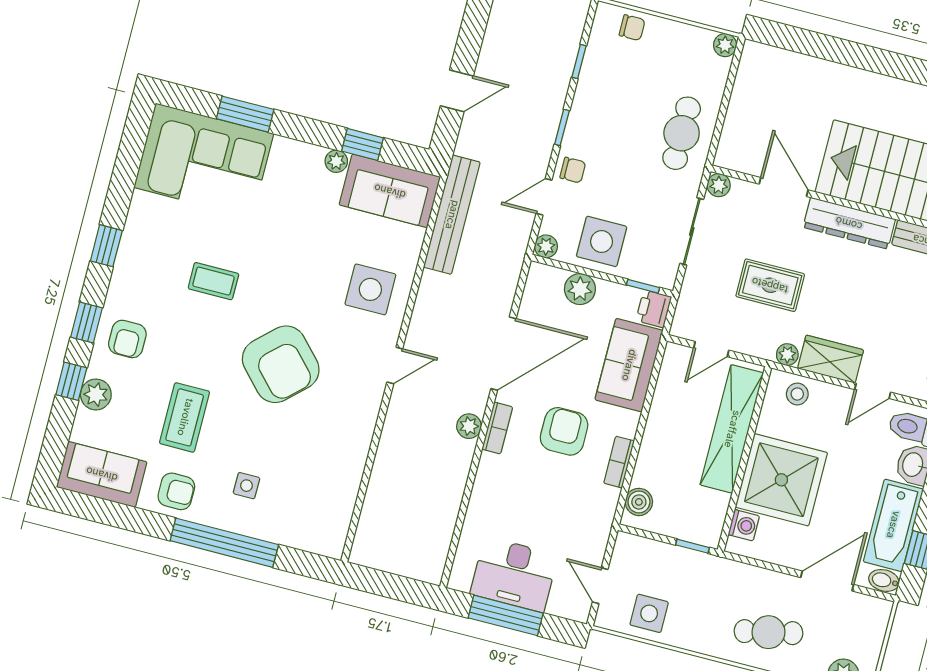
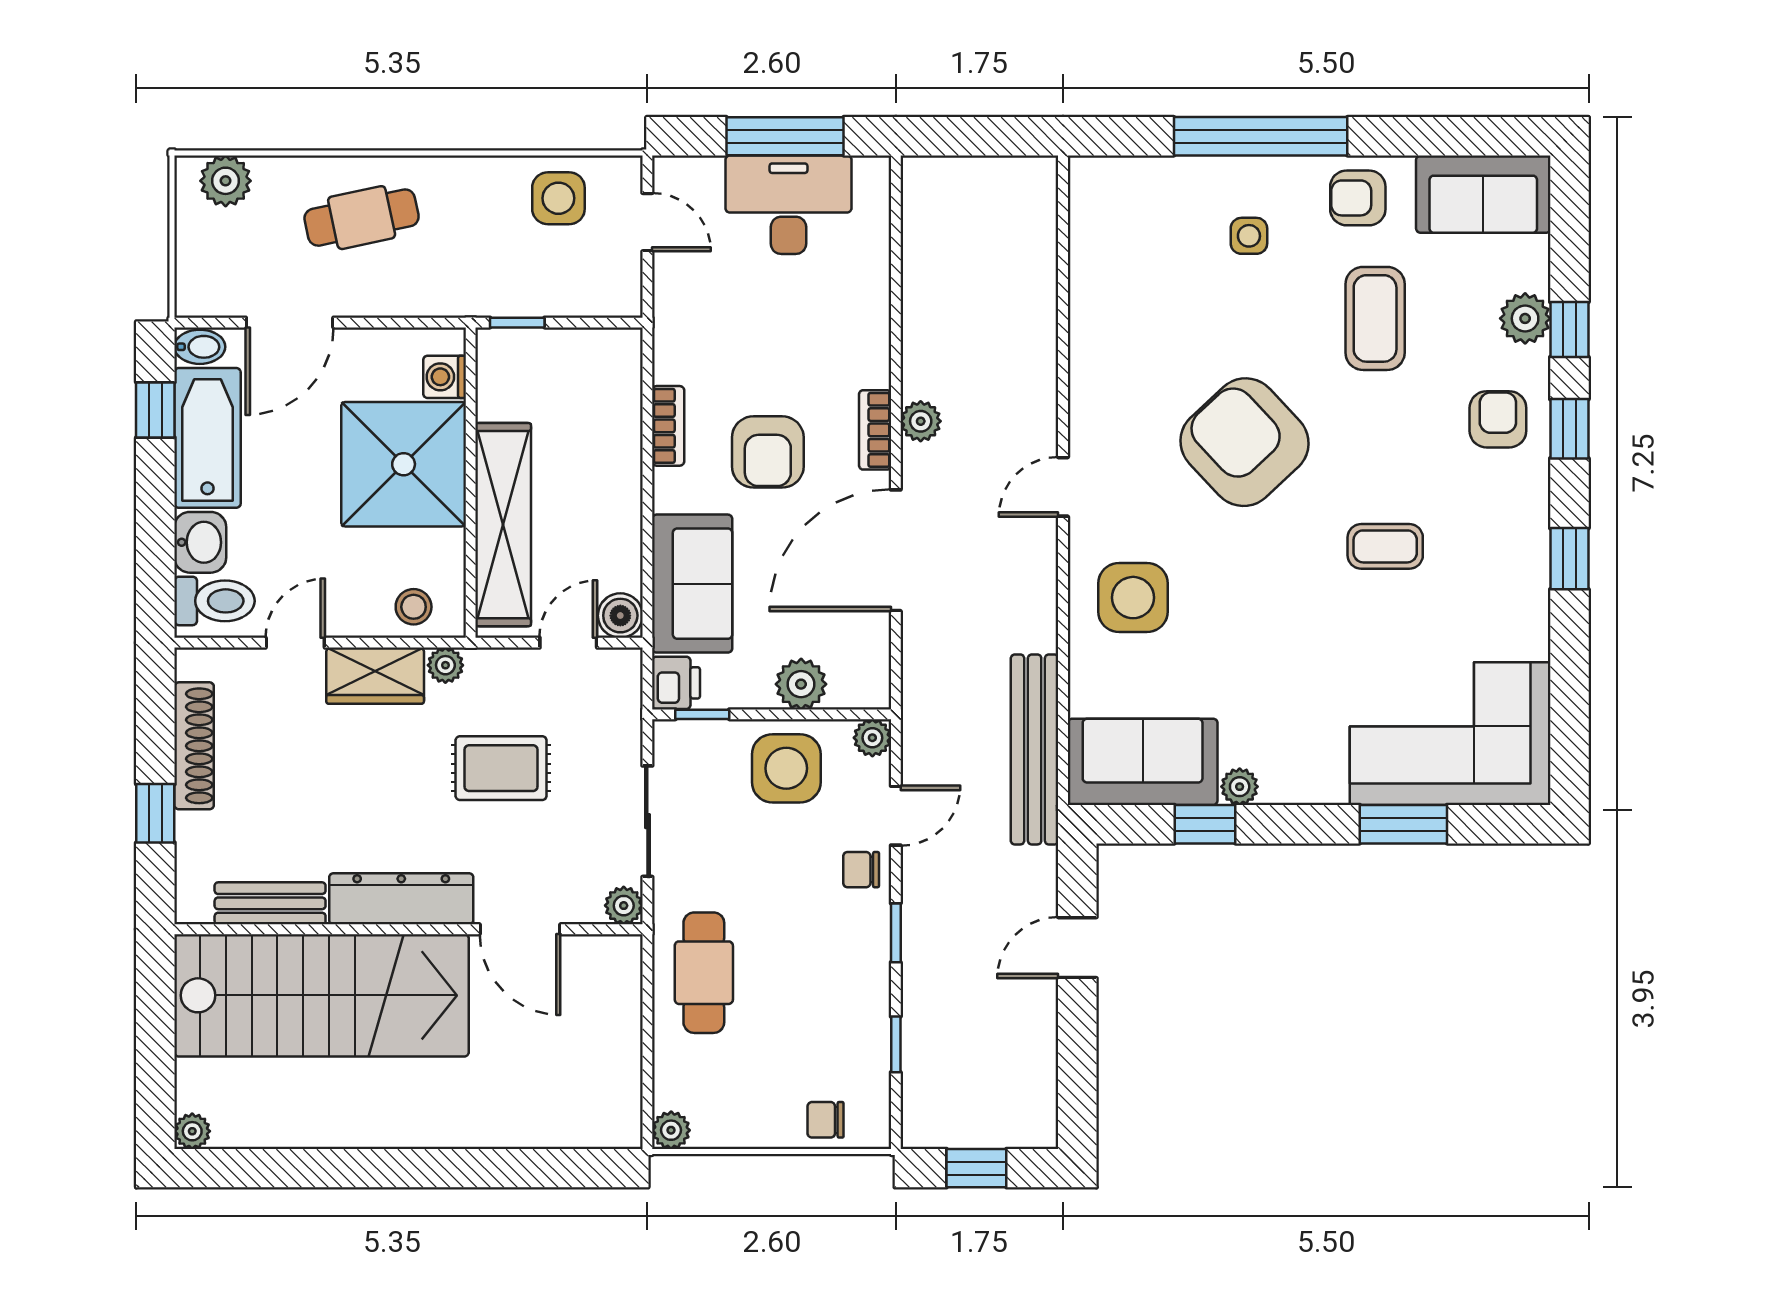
boiler: (639, 502) -> (620, 616), moved

